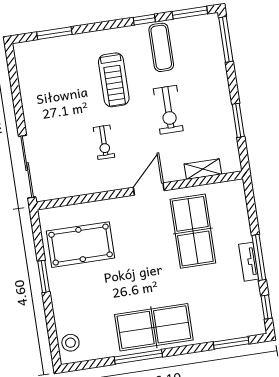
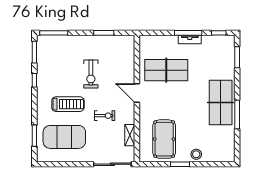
exercise mat: (161, 47) -> (64, 137), moved, width x2.00, depth x1.45
exercise bike: (168, 110) -> (91, 74), turned 90
shelving: (203, 169) -> (130, 135), moved
stool: (70, 343) -> (196, 154), moved

